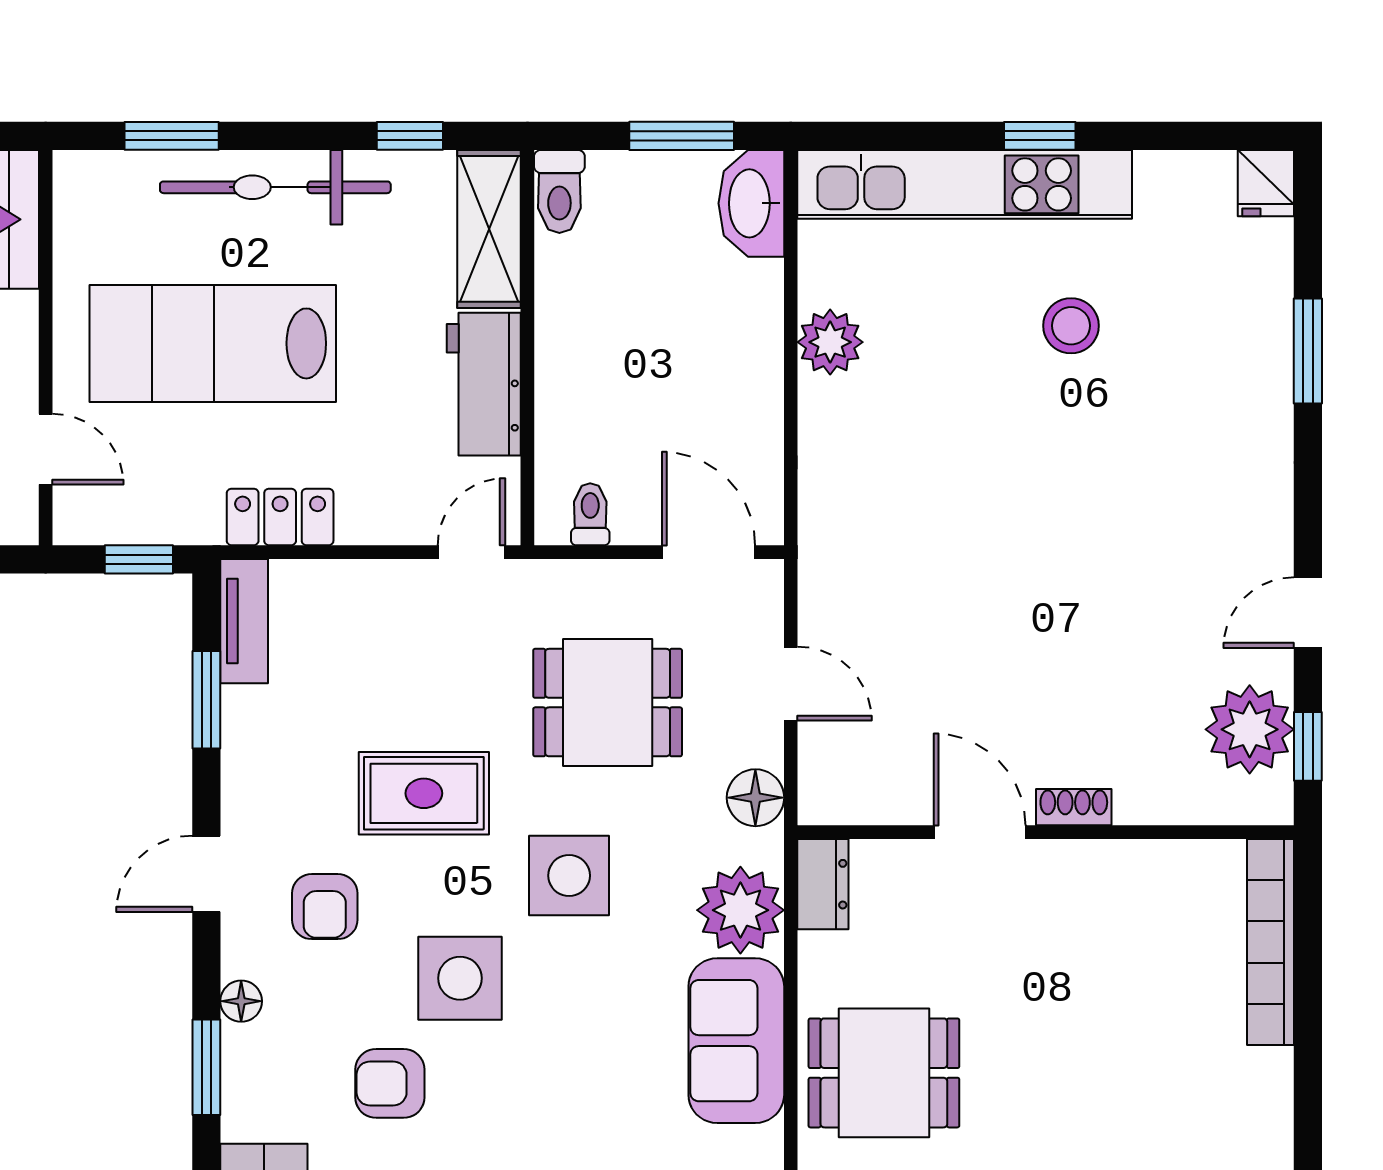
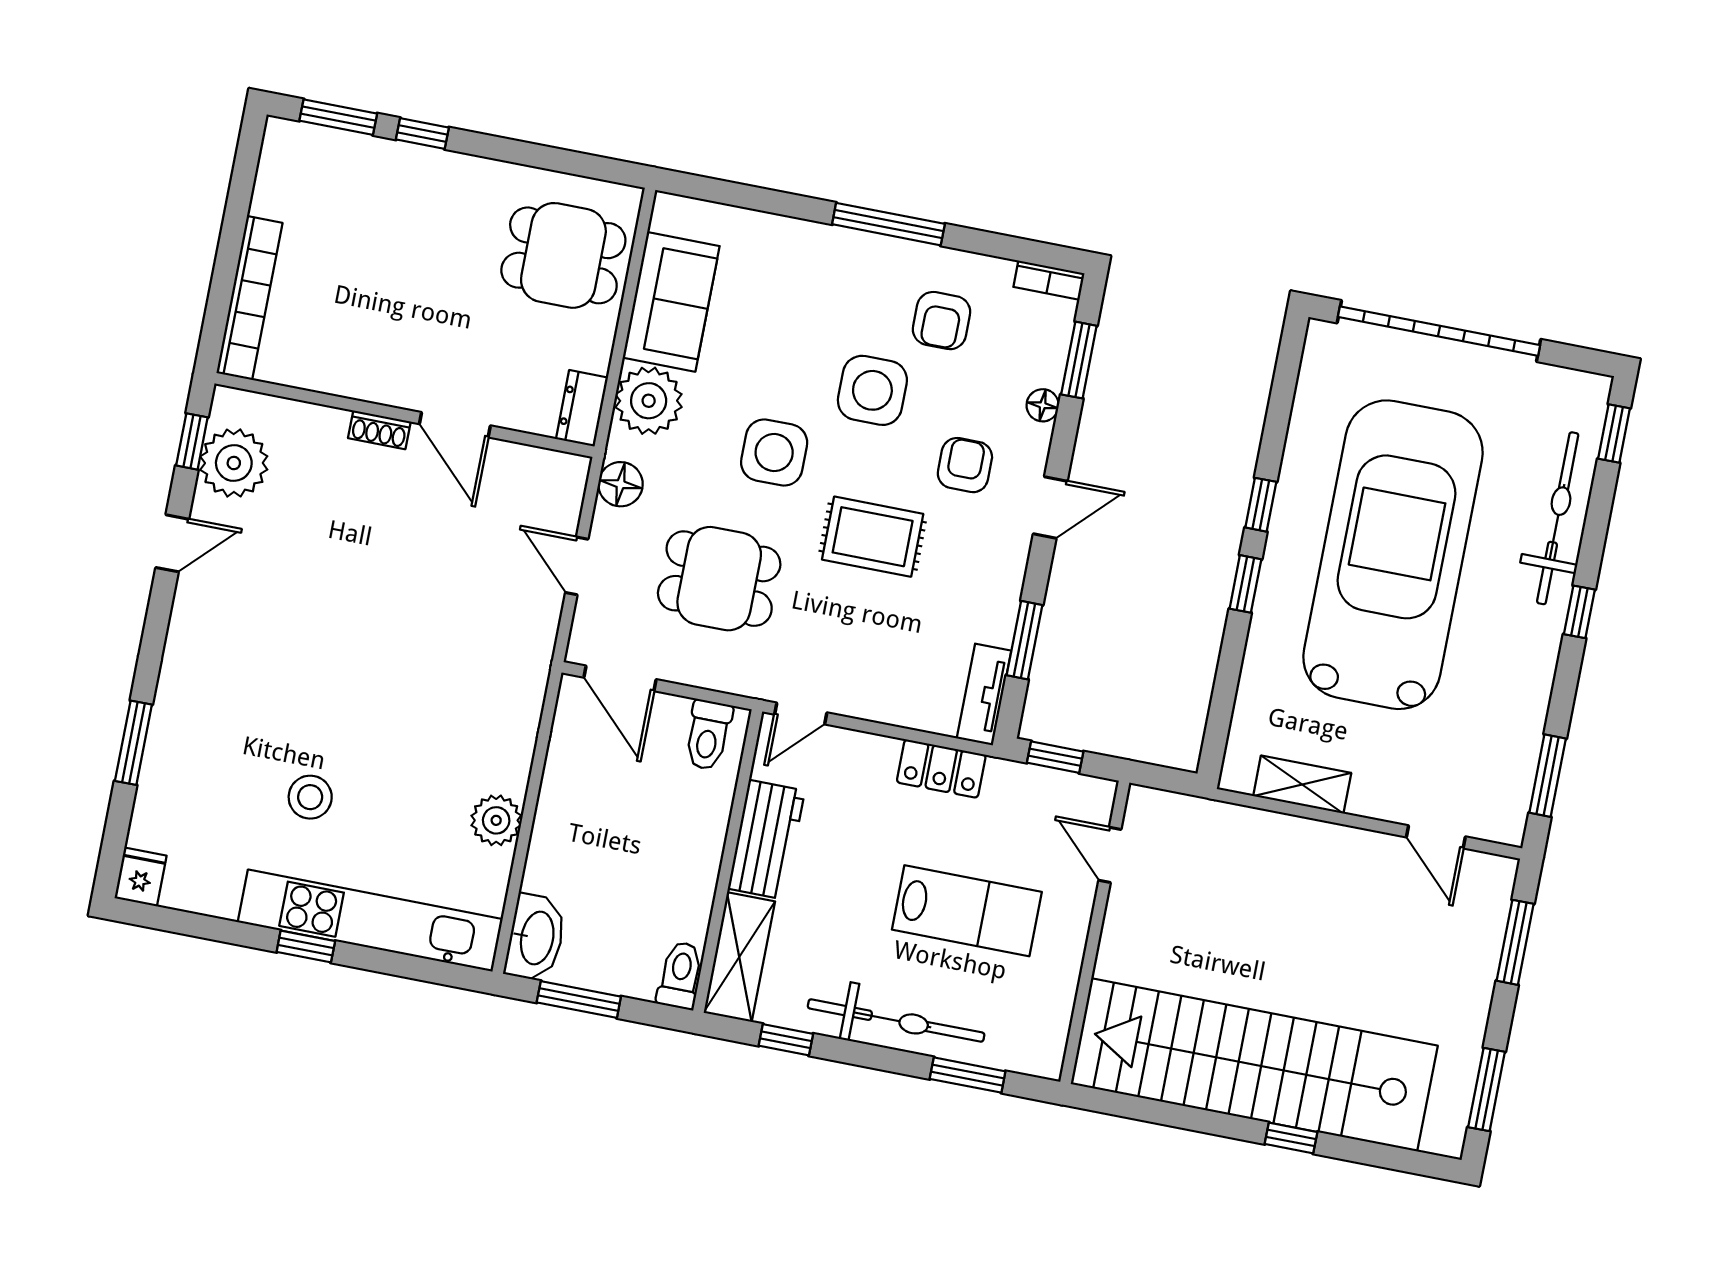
lab bench: (213, 343) -> (967, 911), width x0.73, depth x0.72
toilet: (590, 514) -> (708, 735), width x1.37, depth x1.39
armchair: (390, 1083) -> (942, 321), turned 90

